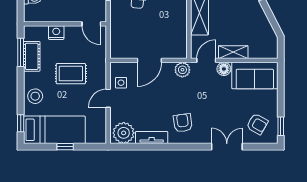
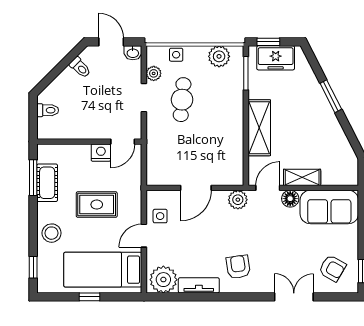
door: (91, 24) -> (123, 142), hinge flipped
nightstand: (56, 33) -> (101, 153), moved
bed: (54, 130) -> (103, 270), moved, turned 180

